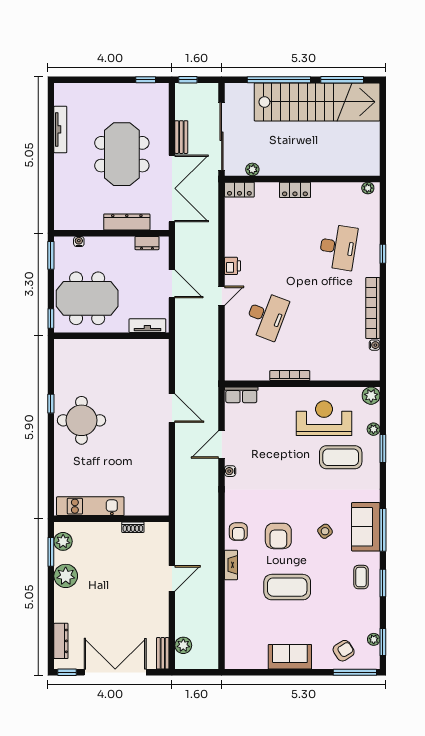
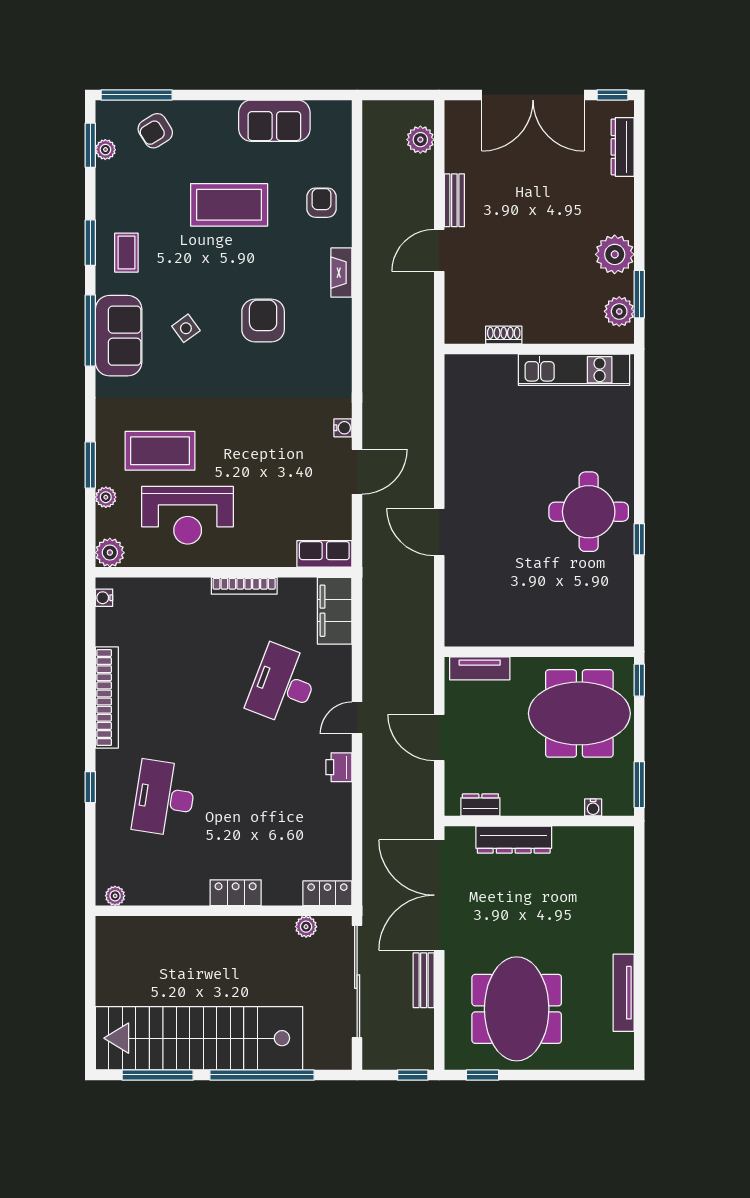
meeting table: (122, 154) -> (517, 1009), moved
water cooler: (375, 345) -> (104, 598), moved
filing cabinet: (235, 360) -> (335, 611), added
armchair: (238, 532) -> (322, 203), moved
coffee table: (287, 587) -> (229, 205), moved
bench: (163, 653) -> (454, 200), moved
sofa: (290, 657) -> (274, 121), moved

